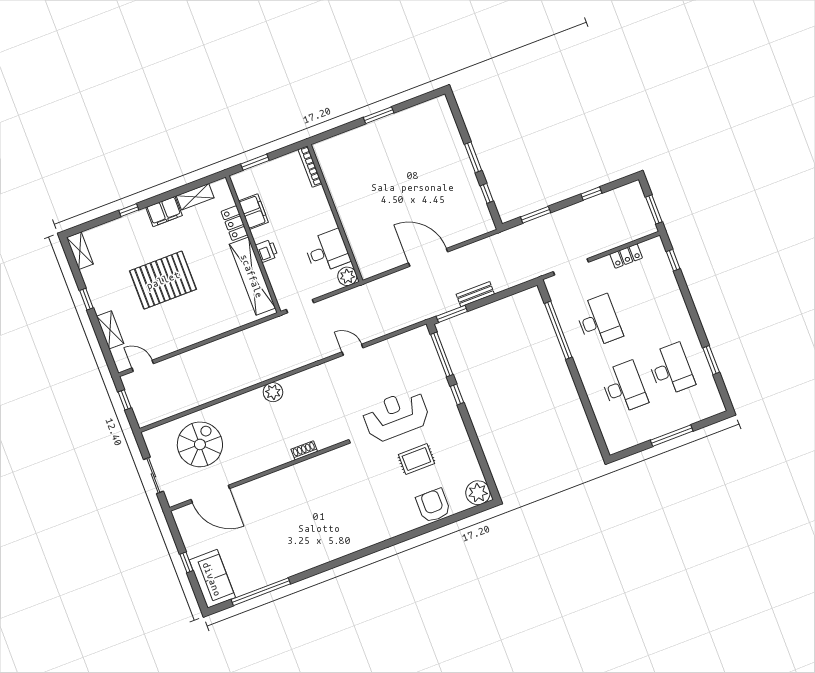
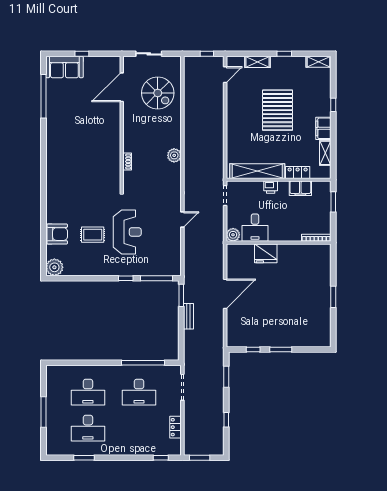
fridge: (355, 225) -> (266, 253), added
rug: (416, 459) -> (93, 235), turned 90

